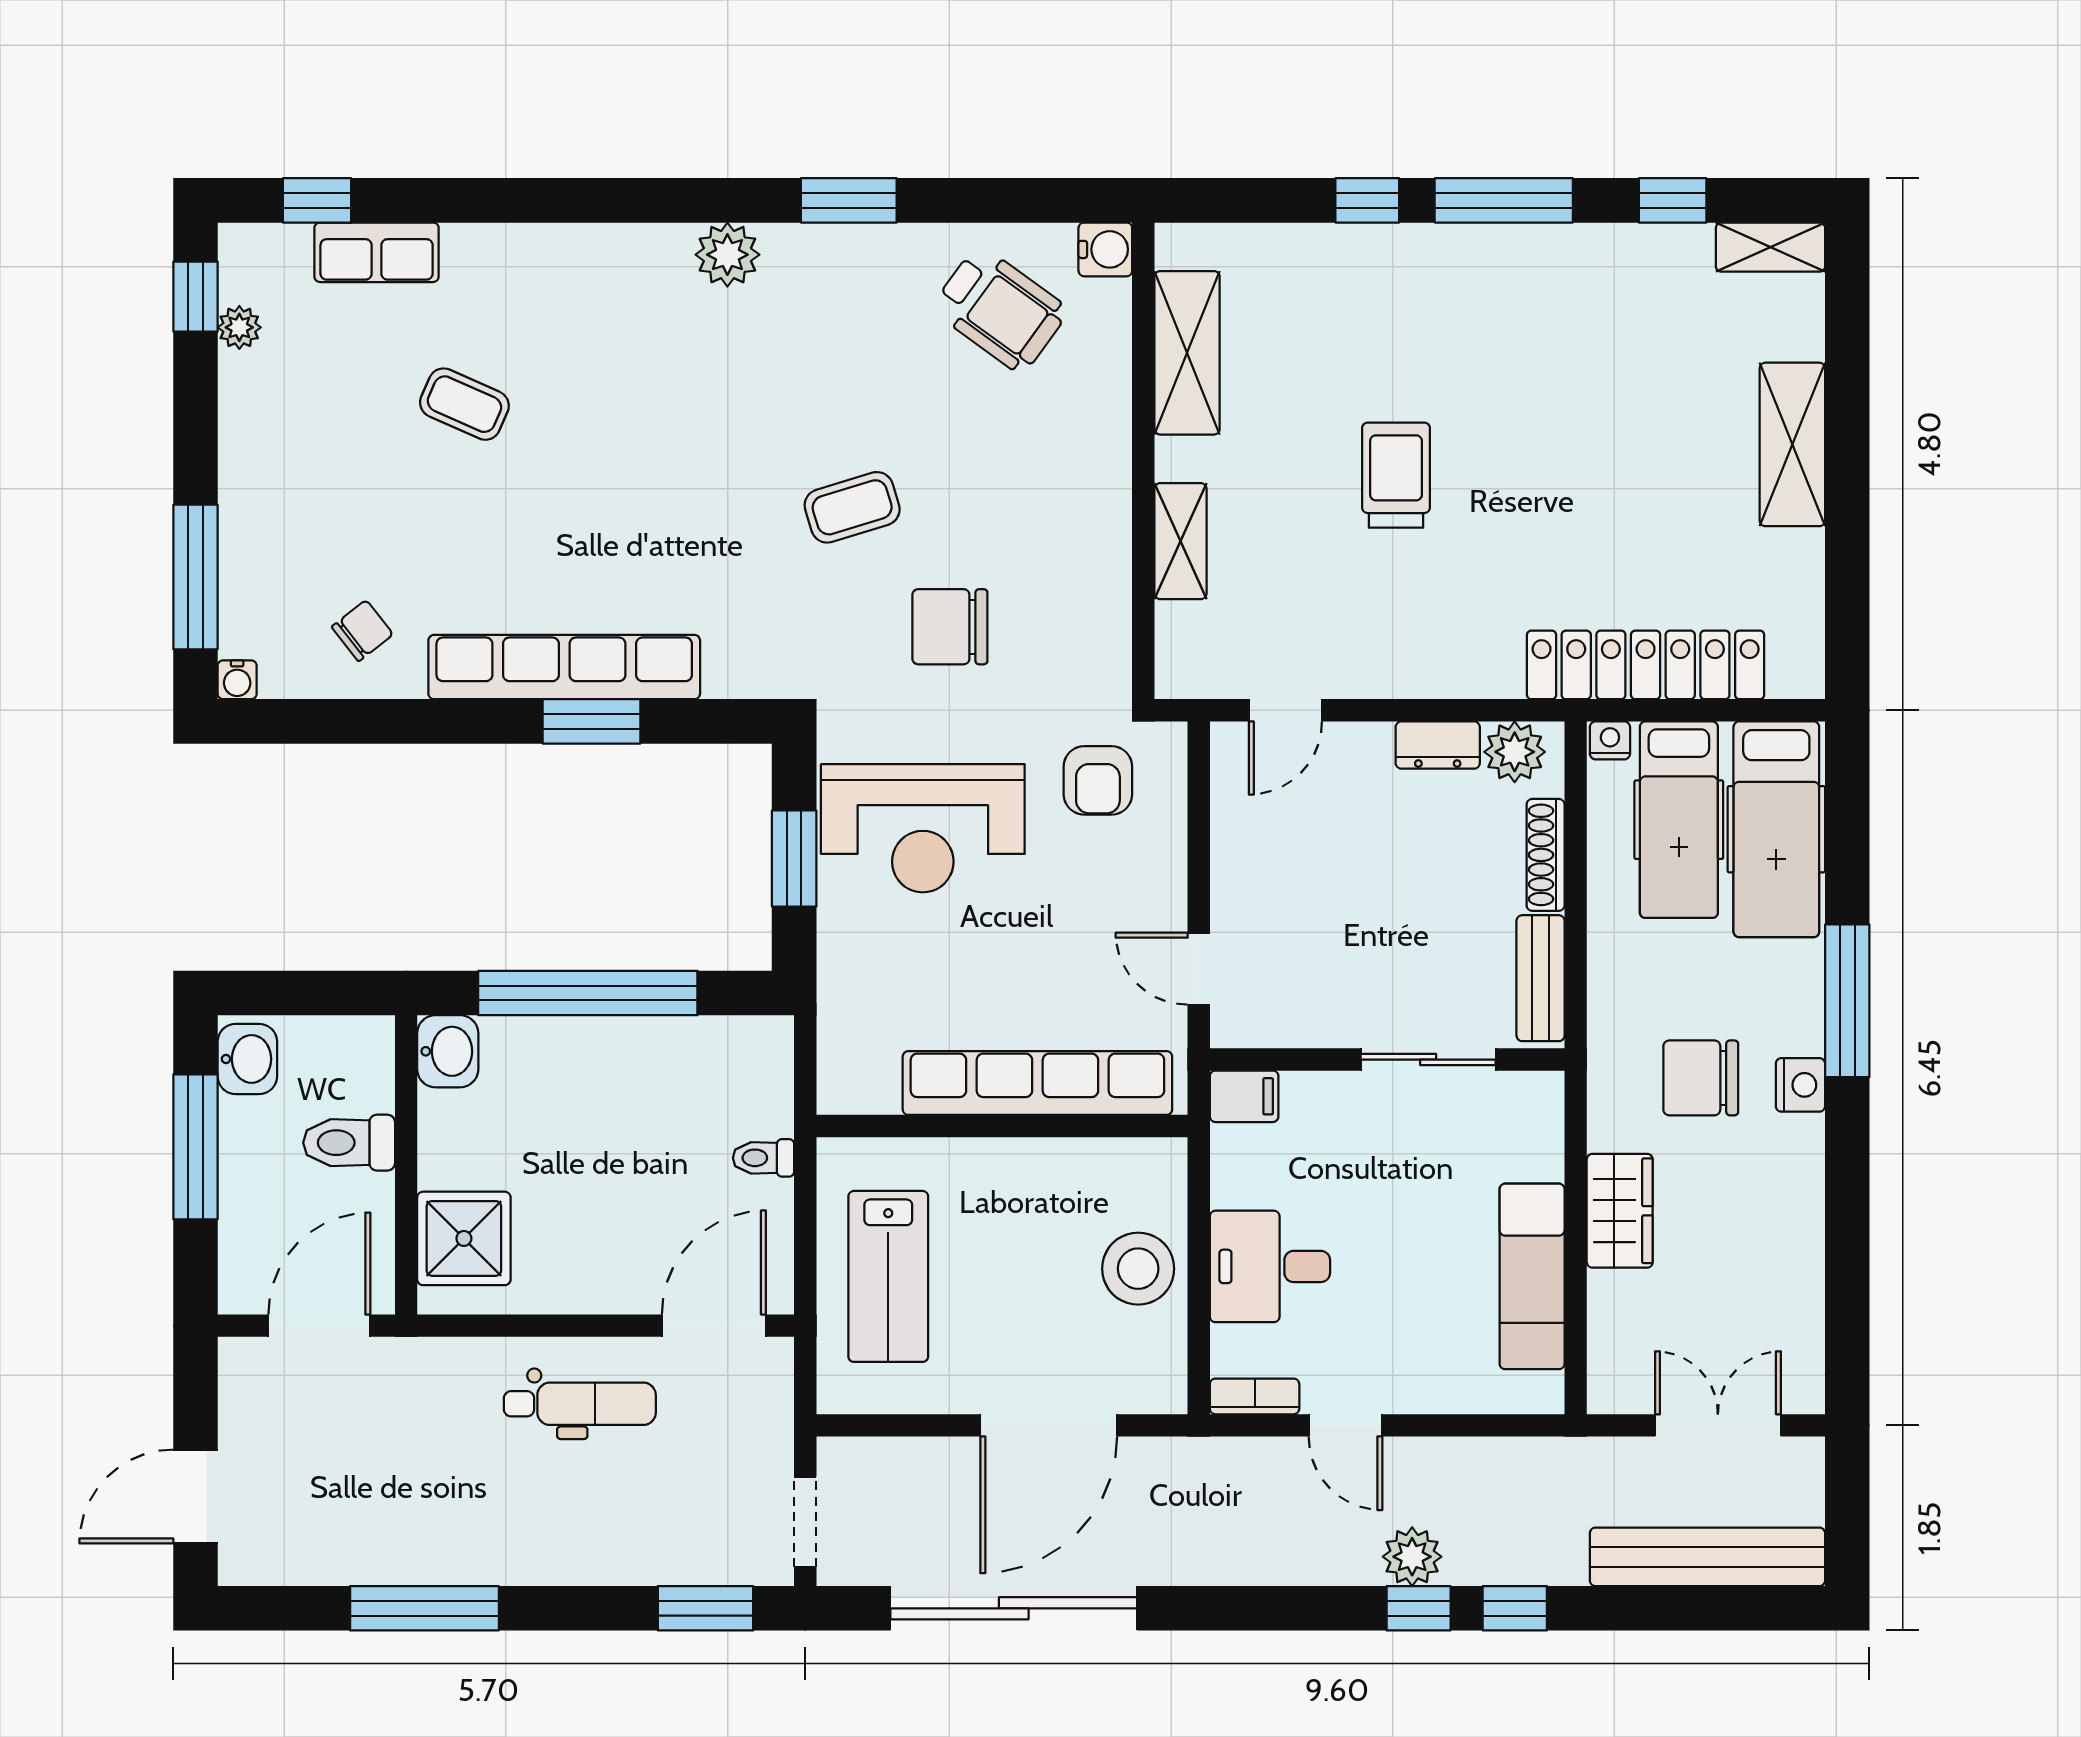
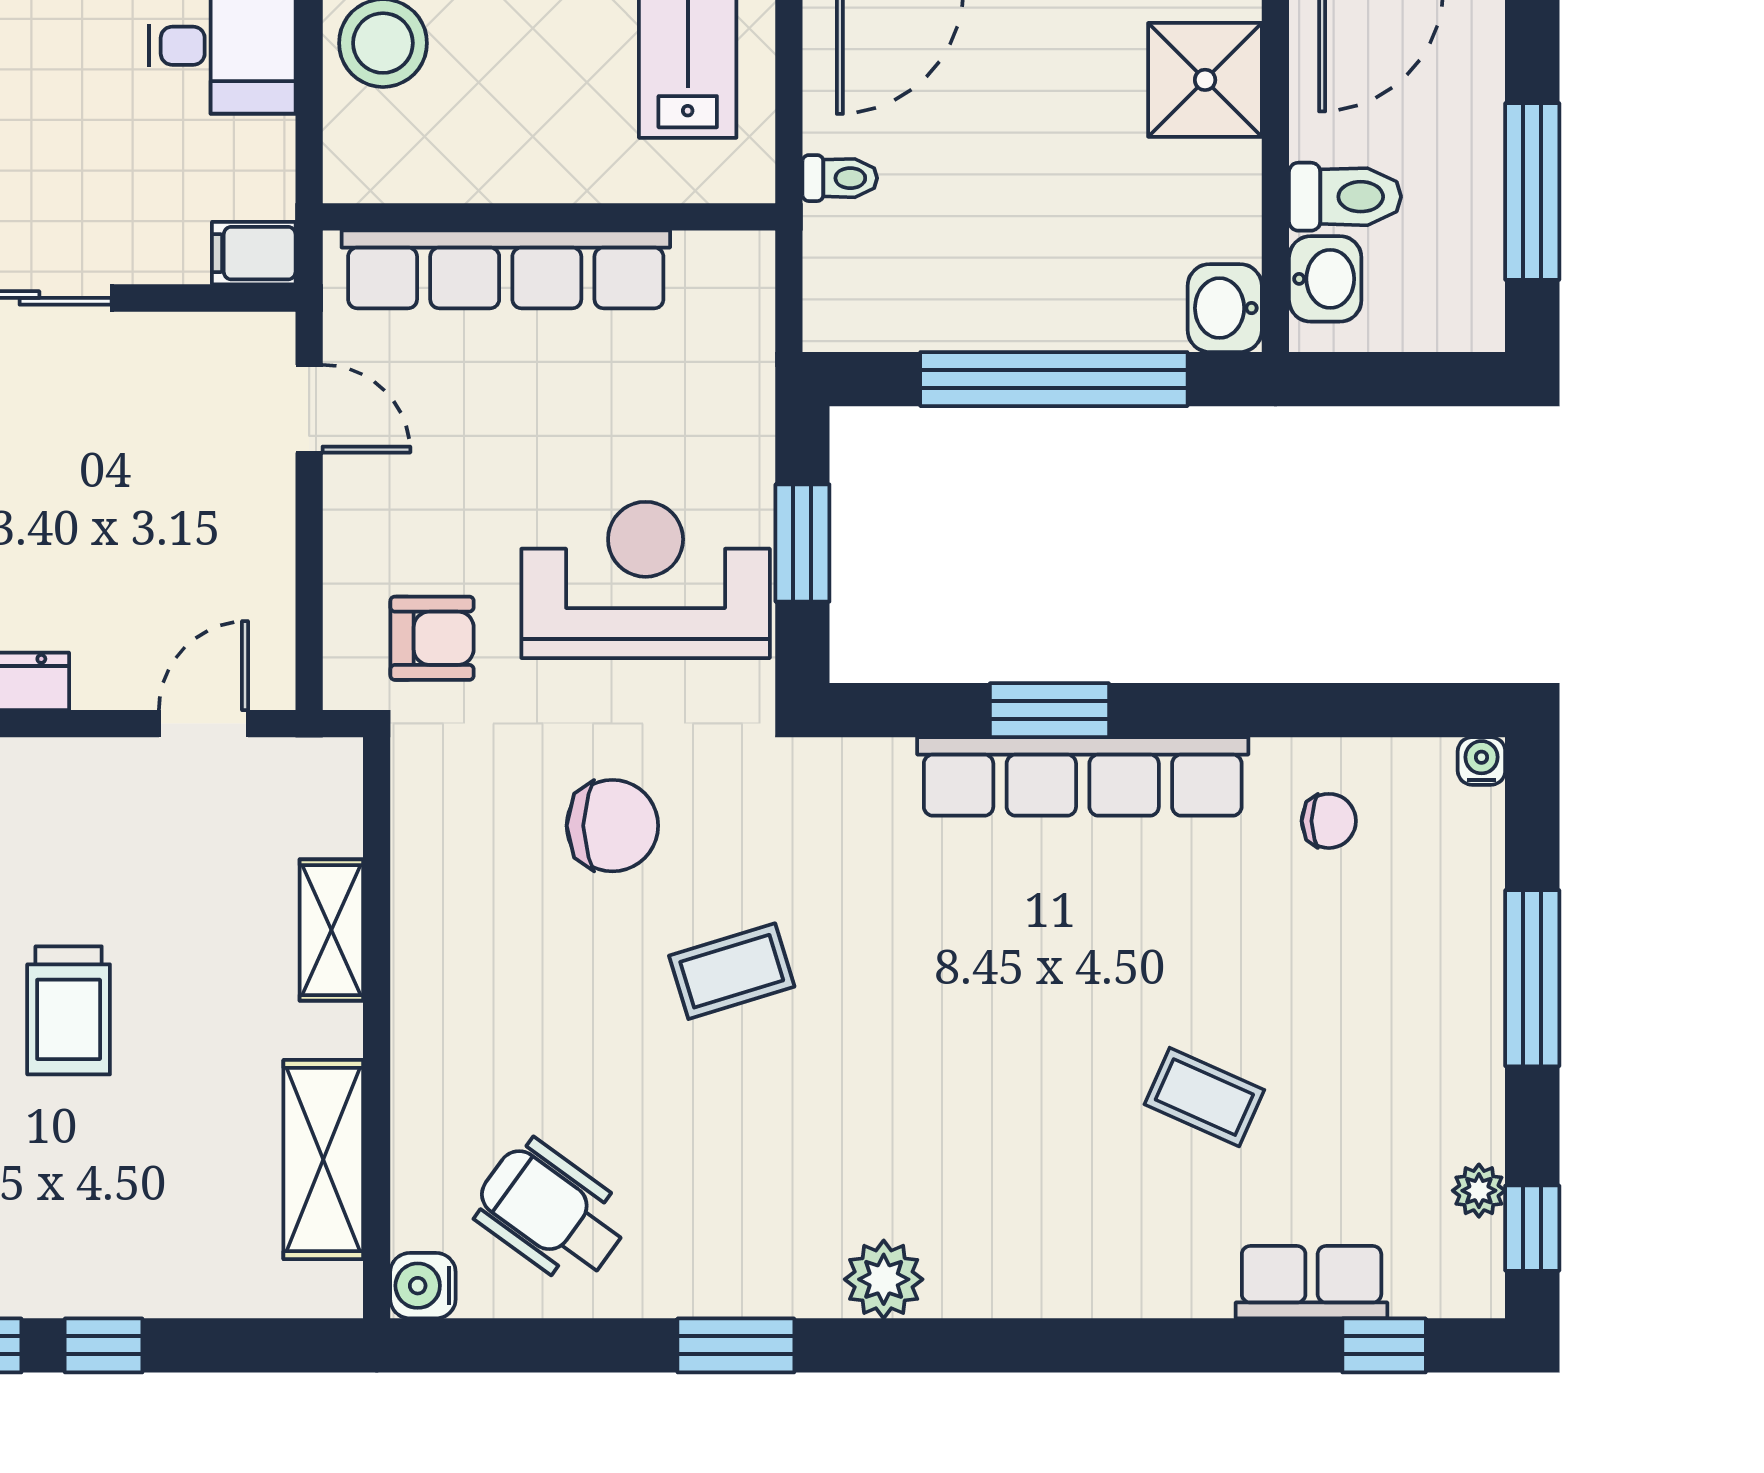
window: (195, 577) -> (1532, 978), moved
chair: (362, 631) -> (1329, 821), turned -142
armchair: (1098, 780) -> (432, 638), turned 90
washbasin: (247, 1059) -> (1325, 279), moved, turned 180

